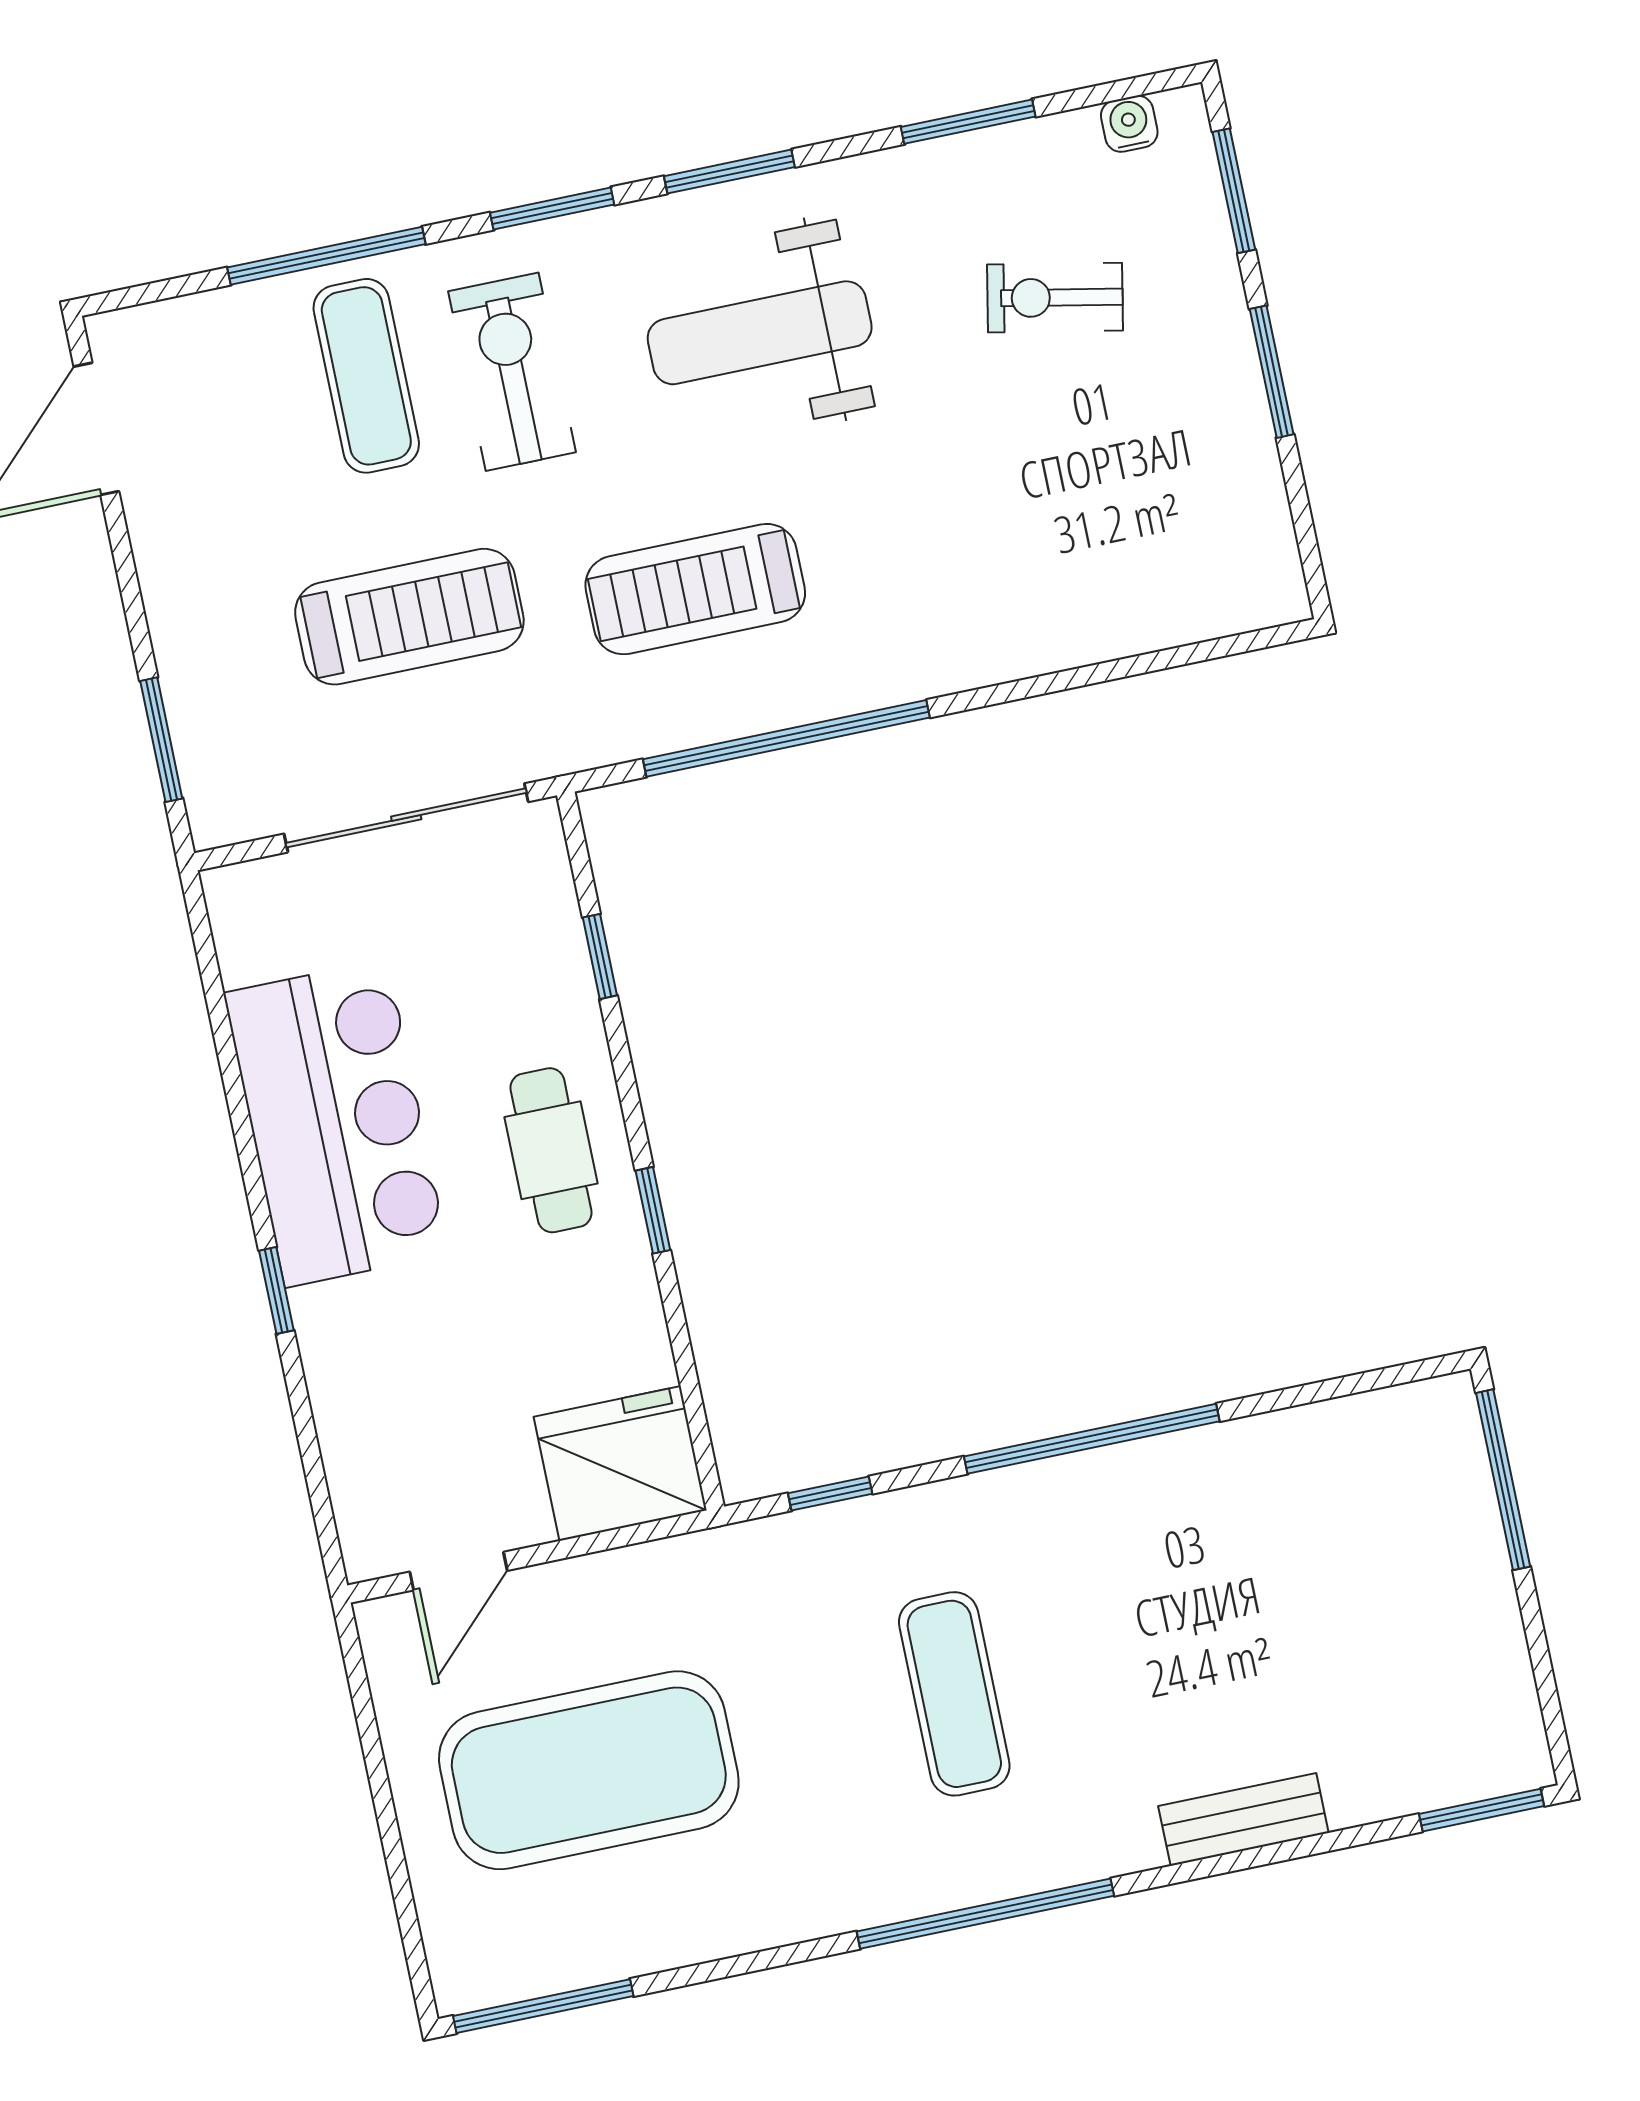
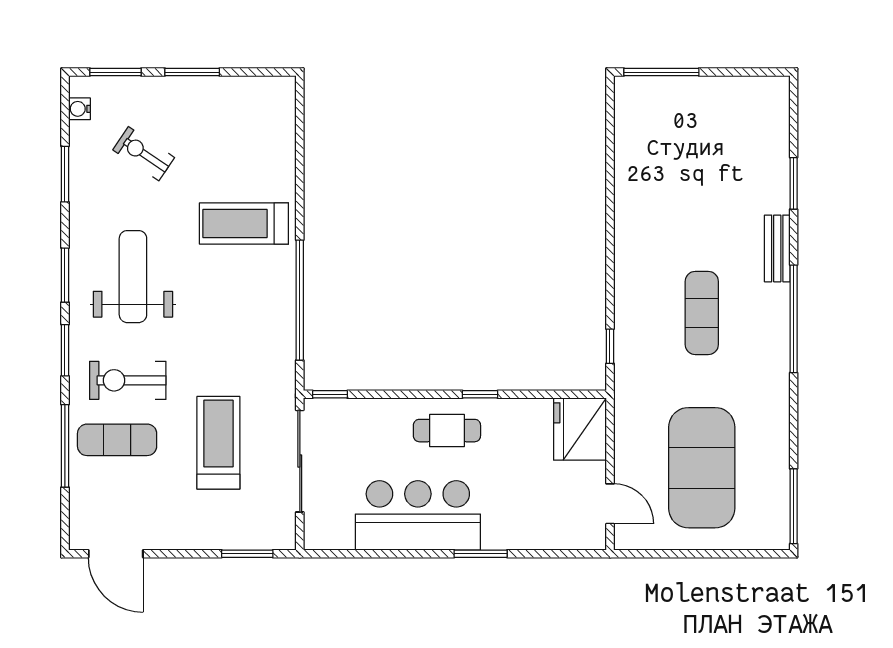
exercise bike: (1055, 298) -> (144, 154), turned 113
weight bench: (760, 333) -> (133, 277), turned 180
treadmill: (695, 589) -> (244, 223), moved, turned 90
window: (600, 956) -> (330, 394), moved
window: (276, 1290) -> (481, 554), width x1.50
window: (1092, 1439) -> (610, 236), removed
exercise mat: (954, 1694) -> (702, 313), turned 90
window: (1482, 1810) -> (794, 183), moved
bench: (1243, 1819) -> (777, 248), moved

